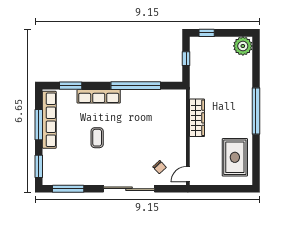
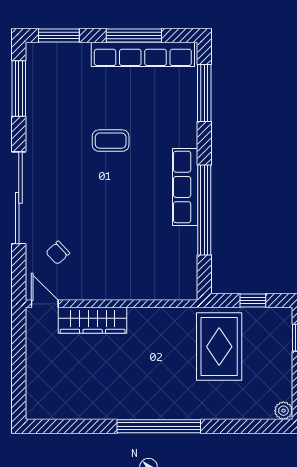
plant: (243, 46) -> (283, 411), width x0.53, depth x0.53
window: (71, 86) -> (204, 93), width x1.44
row of seats: (99, 96) -> (185, 187), moved
wardrobe: (197, 118) -> (93, 320), moved
rug: (235, 157) -> (219, 347), moved, turned 90

